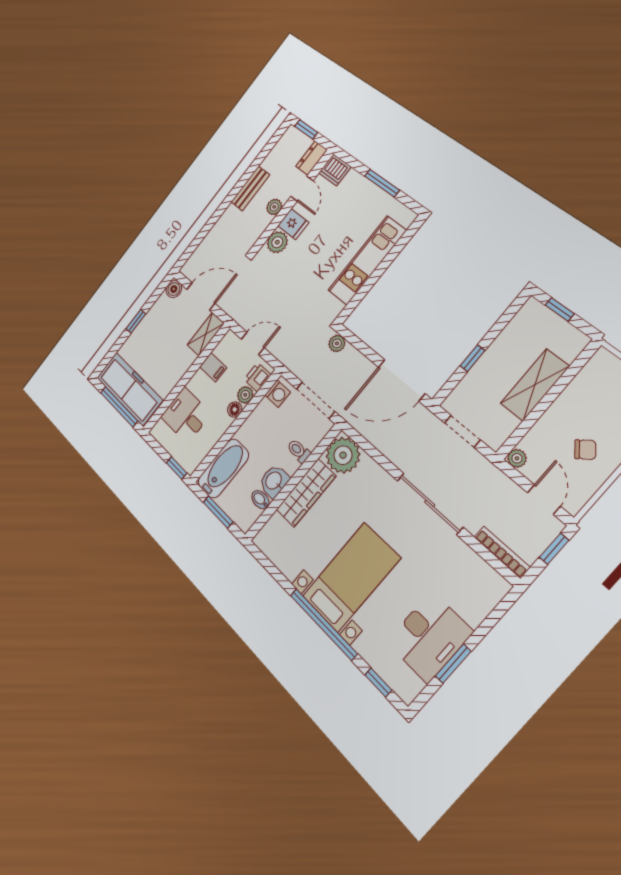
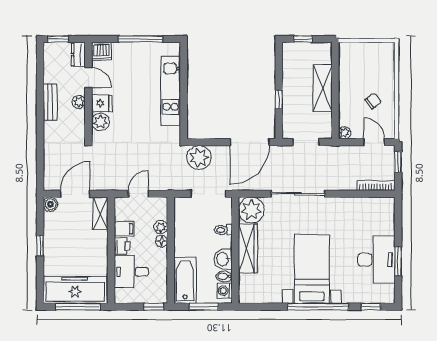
window: (382, 183) -> (141, 39), width x1.44
plant: (337, 343) -> (199, 158), width x1.88, depth x1.88
printer: (258, 377) -> (122, 246), moved, turned 180
washing machine: (278, 394) -> (225, 291), moved, turned 180
sliding door: (430, 503) -> (298, 194), moved

